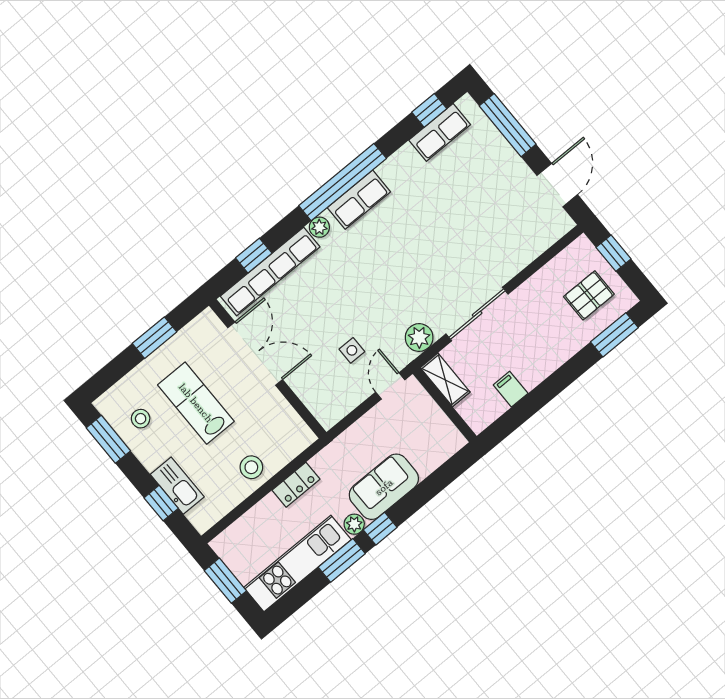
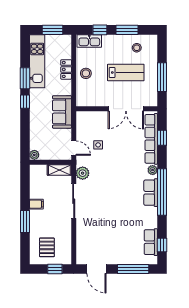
window: (614, 335) -> (25, 221), moved
window: (155, 338) -> (162, 77), width x1.44
filing cabinet: (511, 389) -> (36, 204), moved
window: (108, 439) -> (127, 30), moved
locker: (296, 485) -> (66, 69), moved
kitchen sink: (177, 486) -> (89, 41), moved
sofa: (384, 487) -> (62, 112), moved, turned 180
plant: (354, 524) -> (34, 155), moved

